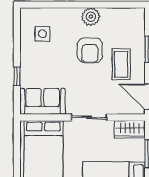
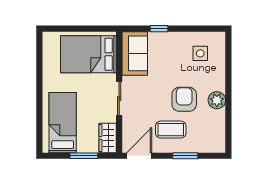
armchair: (90, 50) -> (184, 99), turned 90

